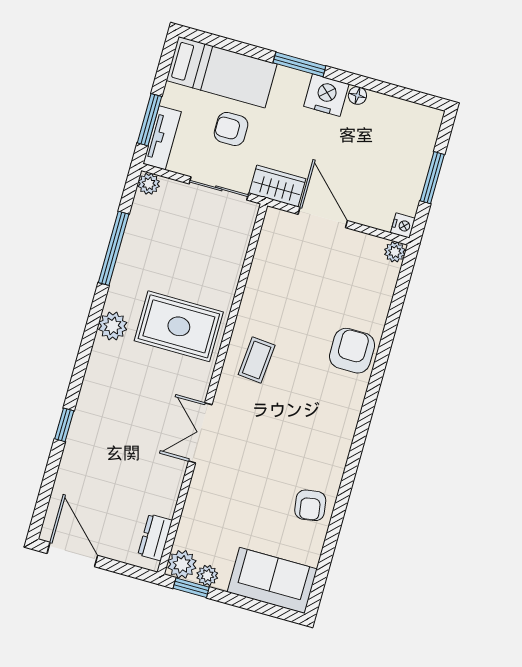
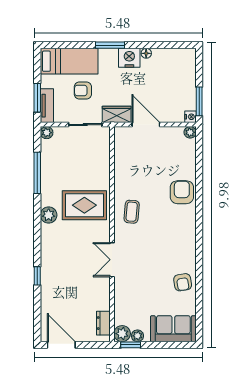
window: (432, 178) -> (199, 101), moved

